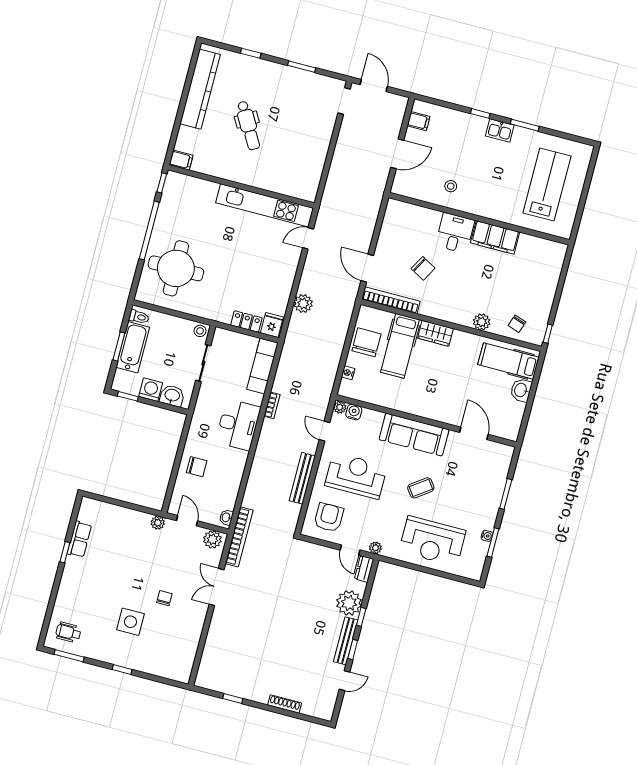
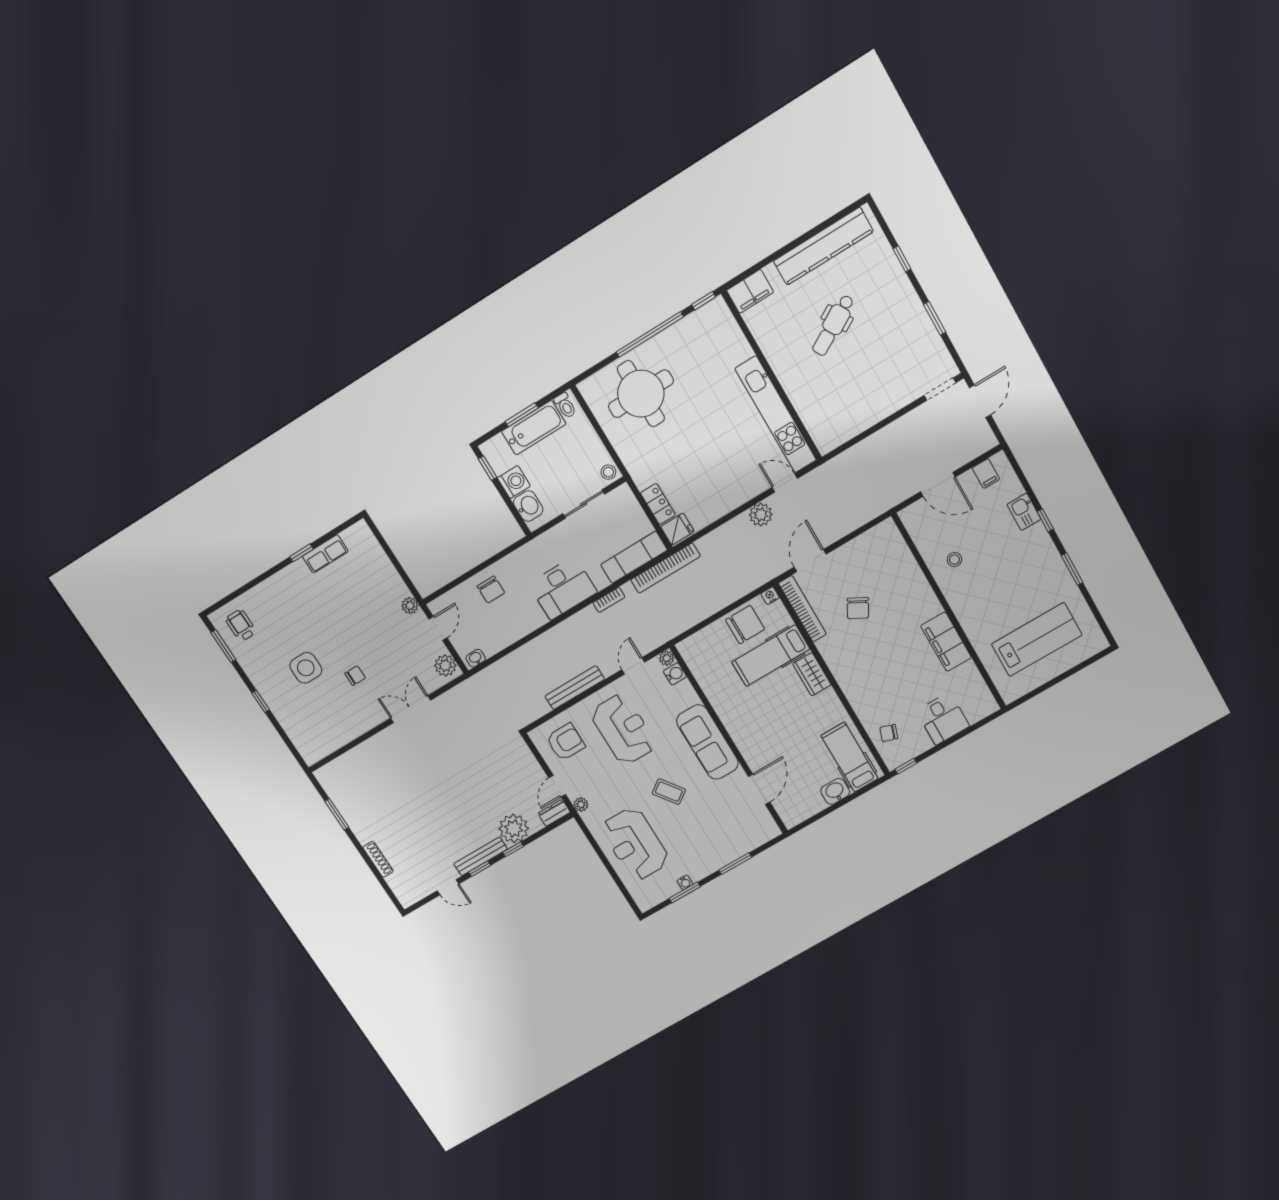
kitchen sink: (500, 130) -> (1024, 512), moved
filing cabinet: (181, 160) -> (750, 291), width x2.00
desk: (455, 233) -> (943, 719), moved, turned 90
plant: (303, 304) -> (761, 515), moved
plant: (482, 322) -> (861, 703), removed
nightstand: (348, 373) -> (770, 596), moved
bookcase: (239, 537) -> (666, 568), moved
window: (233, 699) -> (337, 814), width x1.50

